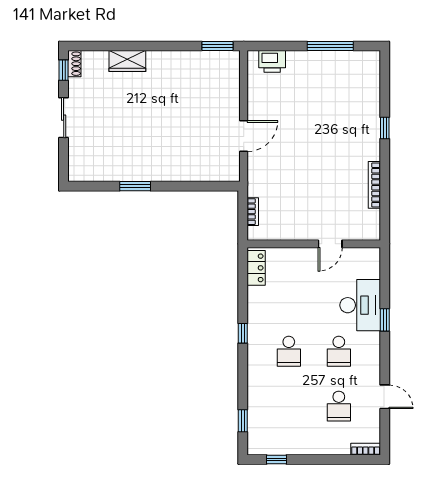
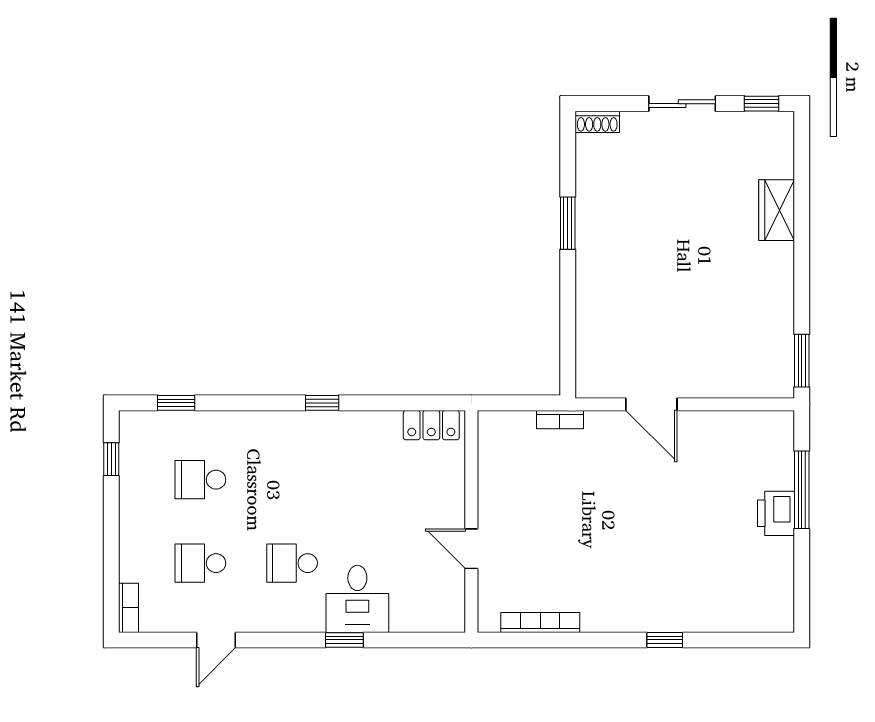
window: (330, 46) -> (802, 490), moved
printer: (272, 61) -> (776, 513), moved
shoe rack: (74, 64) -> (597, 122), moved
bookcase: (374, 185) -> (540, 622), moved
bookcase: (253, 212) -> (560, 420), moved
desk: (360, 305) -> (357, 599), width x0.73
school desk: (289, 351) -> (200, 480), moved

